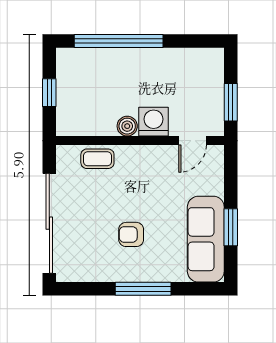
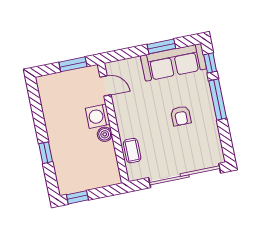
window: (119, 41) -> (46, 153), width x0.32
window: (49, 93) -> (77, 197), moved
window: (195, 289) -> (210, 63), added

